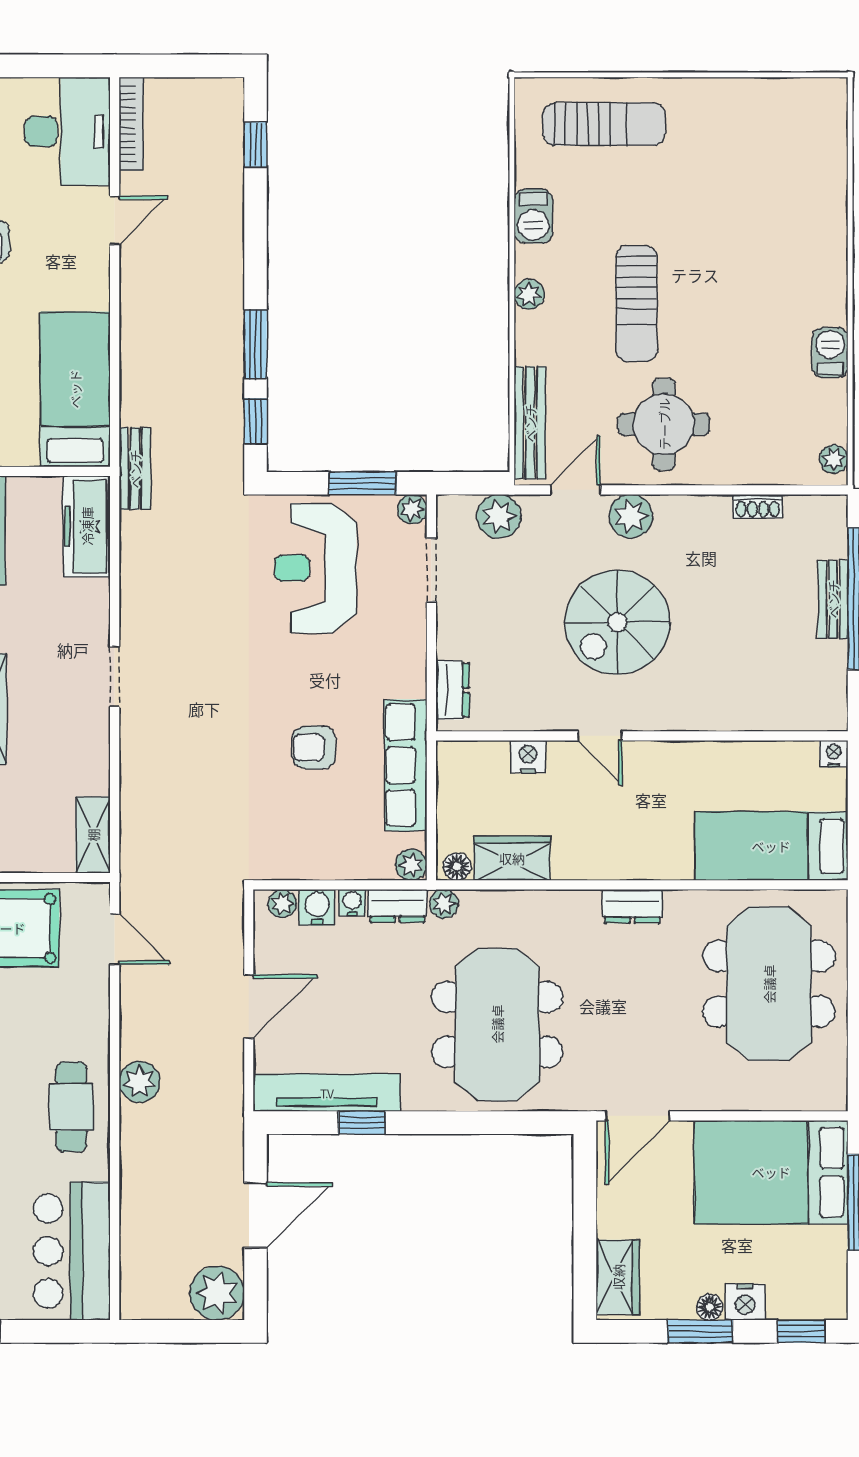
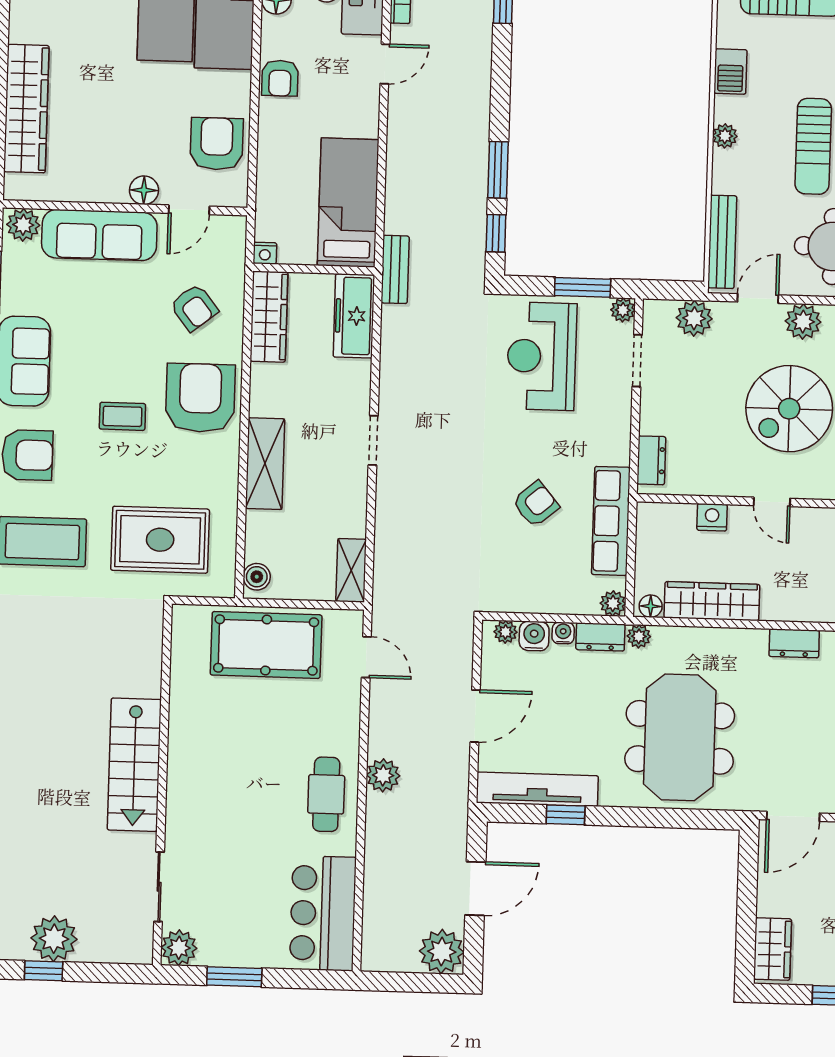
armchair: (314, 747) -> (536, 504), turned 140
wardrobe: (512, 858) -> (712, 601), width x1.50

